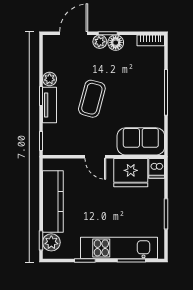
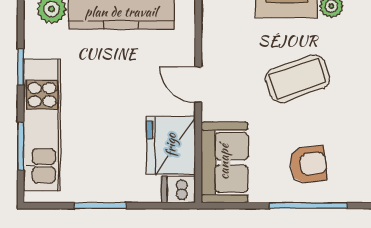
armchair: (142, 92) -> (308, 164), added
coffee table: (92, 99) -> (297, 79), turned -34
door: (95, 157) -> (198, 85), hinge flipped

